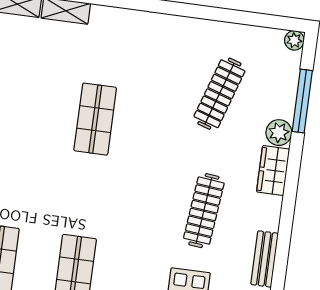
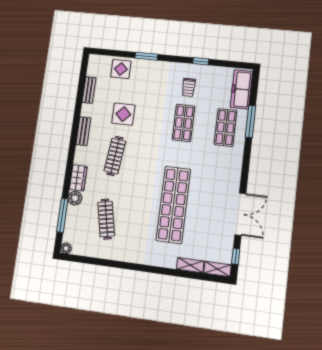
clothes rail: (219, 94) -> (106, 219), turned -30
shop shelf: (95, 119) -> (173, 205), width x2.00, depth x1.36

